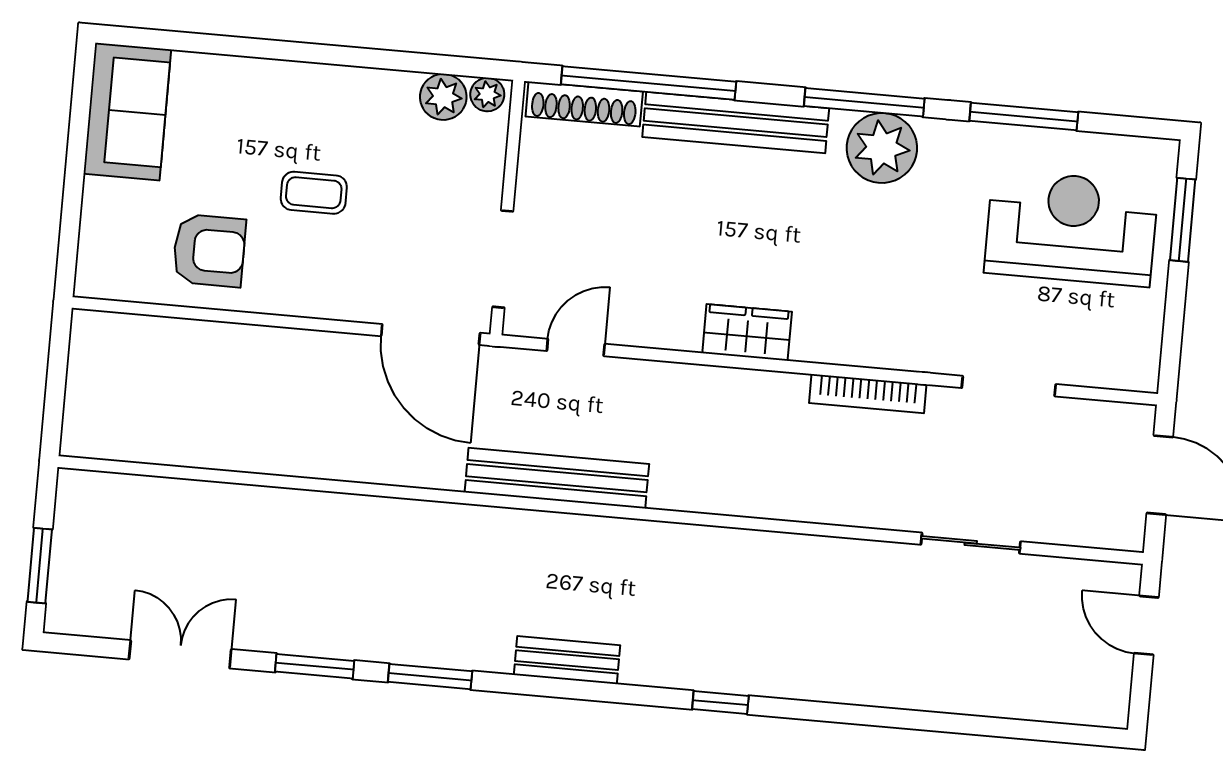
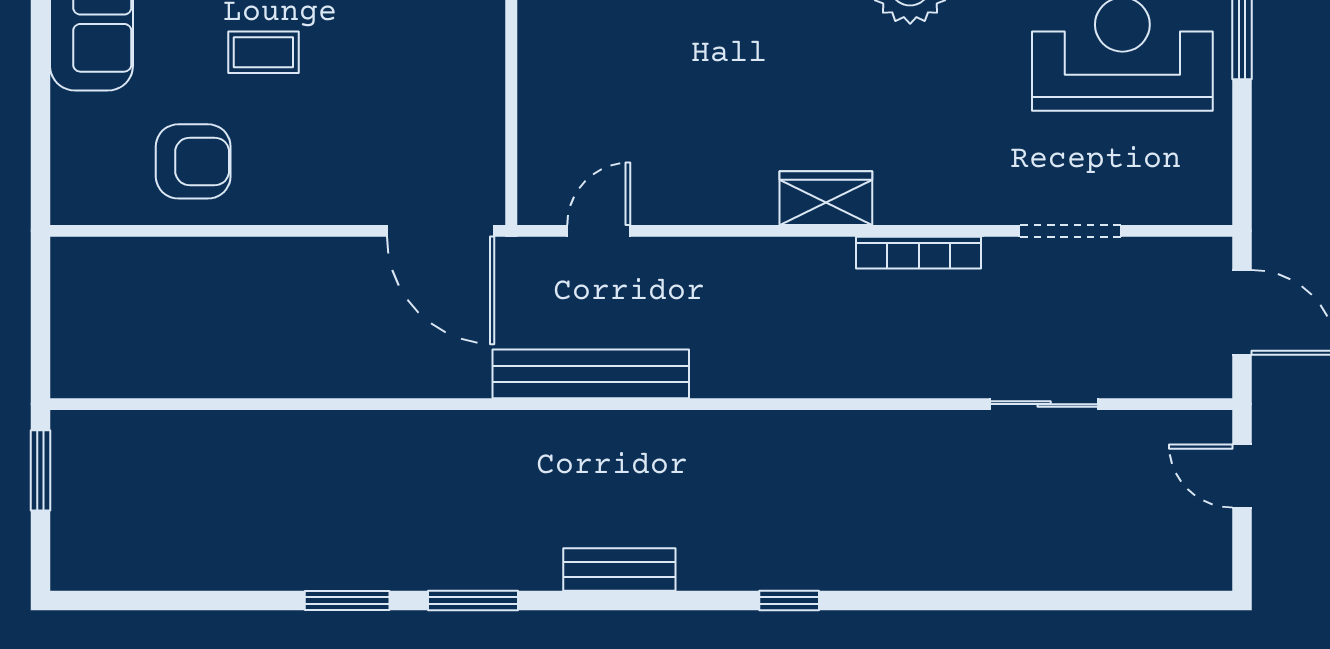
coffee table: (314, 193) -> (263, 52), moved
doorway: (503, 259) -> (511, 142), removed
wardrobe: (747, 332) -> (826, 198), moved
window: (40, 566) -> (41, 470), moved
double door: (180, 654) -> (201, 600), removed

